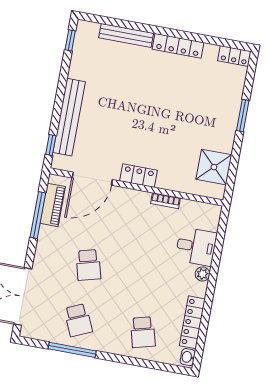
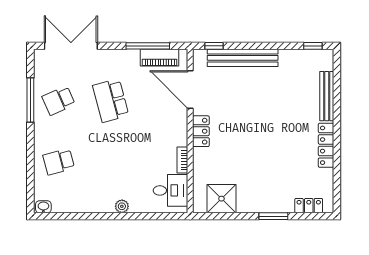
locker: (234, 56) -> (309, 206), moved, turned 90
desk: (196, 247) -> (171, 190), moved, turned -90
school desk: (88, 265) -> (111, 101), width x1.85
locker: (192, 322) -> (76, 205), removed

